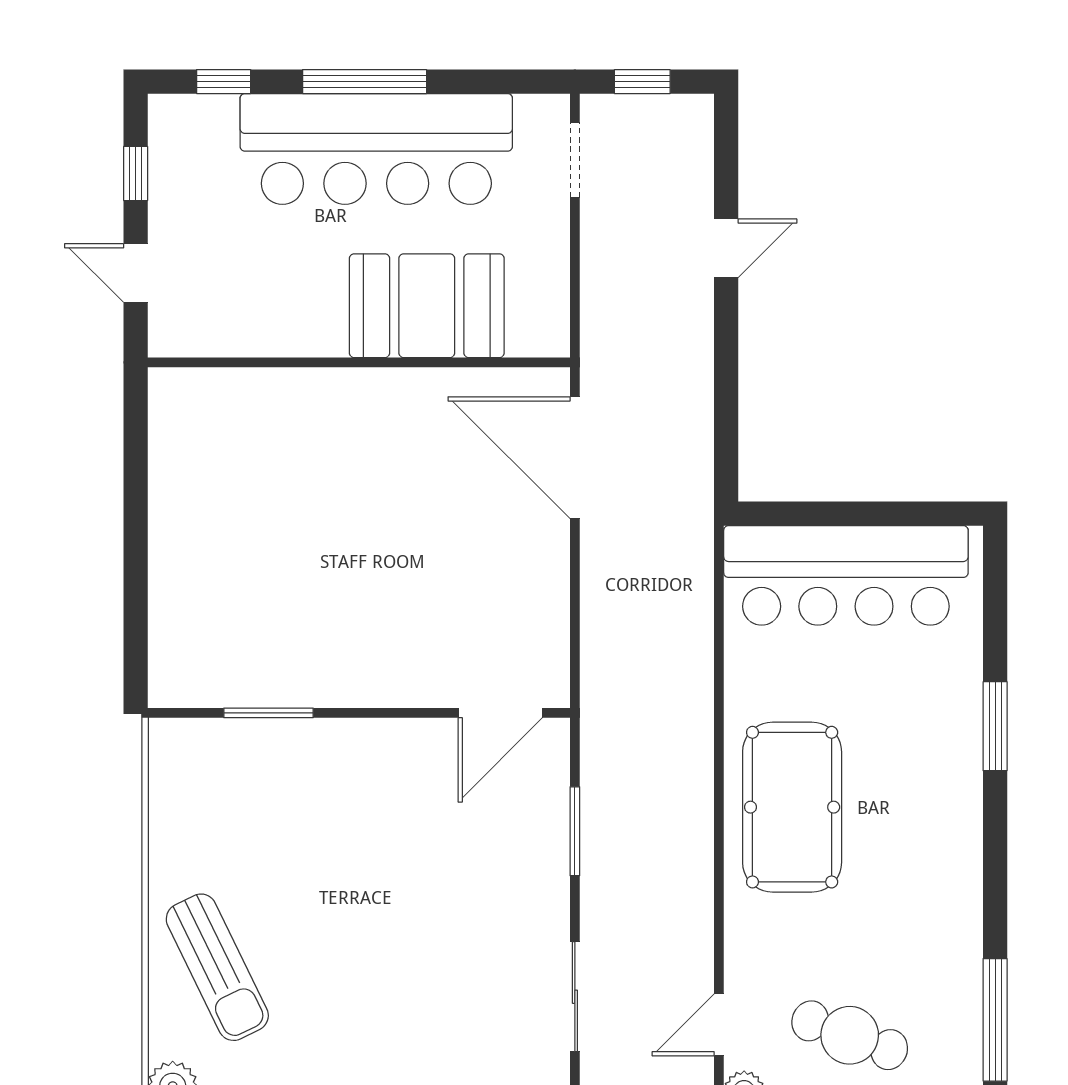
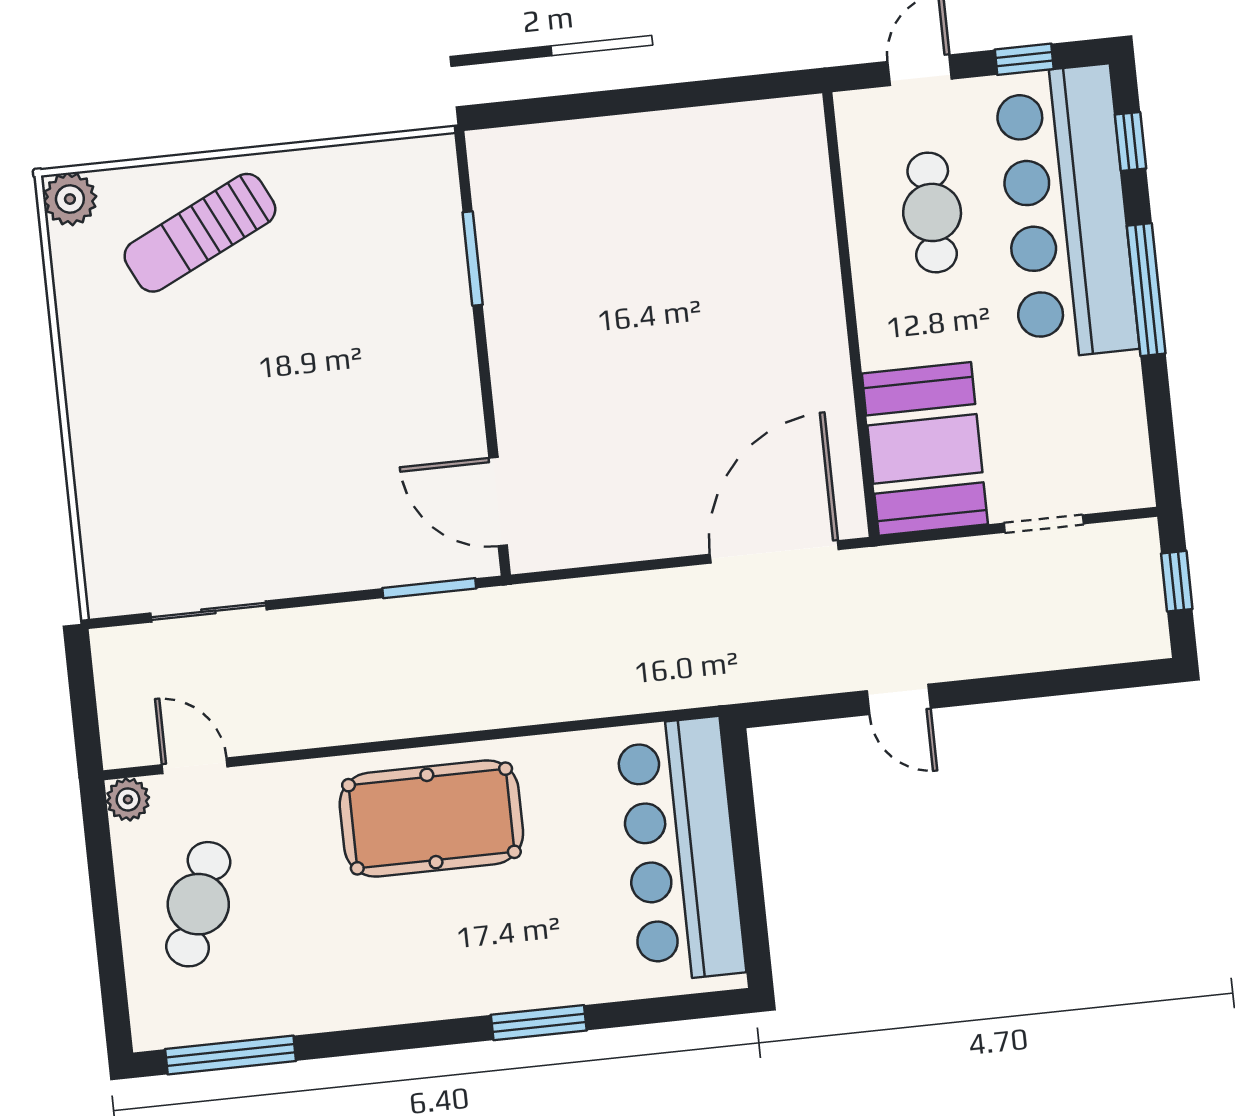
bar counter: (376, 149) -> (1066, 212), moved
doorway: (575, 160) -> (1044, 524), moved
door: (726, 248) -> (899, 699), moved
cafe table: (271, 275) -> (932, 212), added
booth: (427, 306) -> (925, 449), moved
window: (575, 831) -> (429, 588), moved

